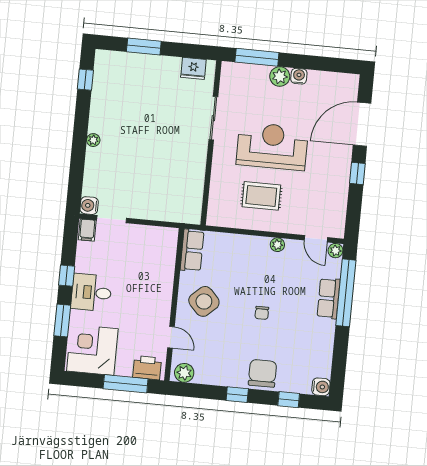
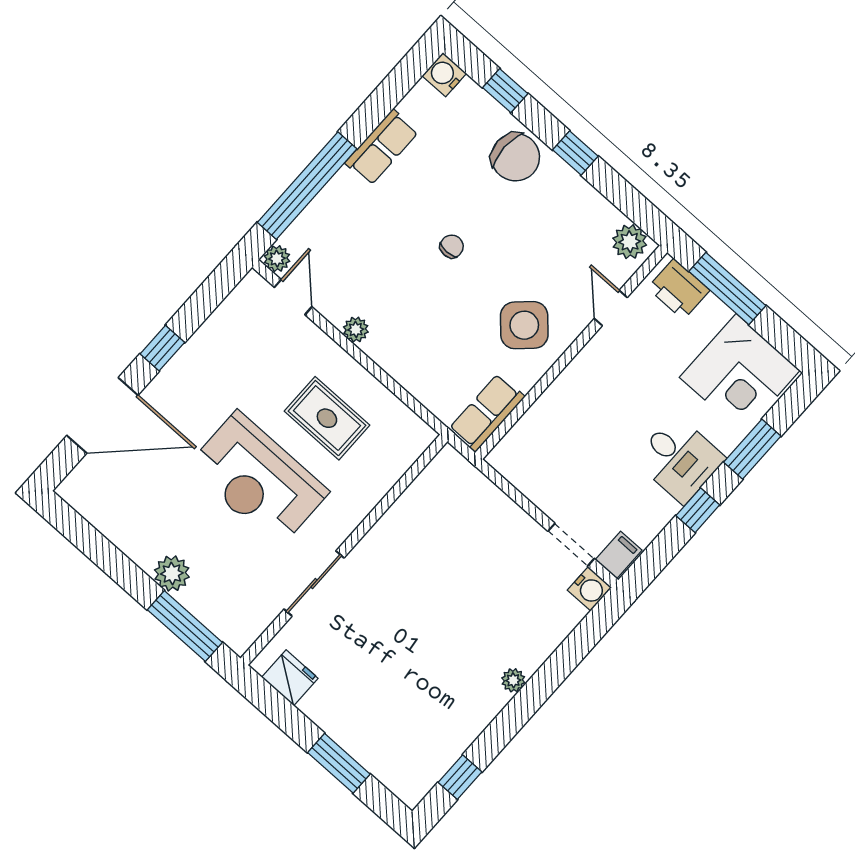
water cooler: (299, 76) -> (144, 553), removed
row of seats: (329, 298) -> (382, 147), moved
chair: (262, 373) -> (515, 157), turned -90

